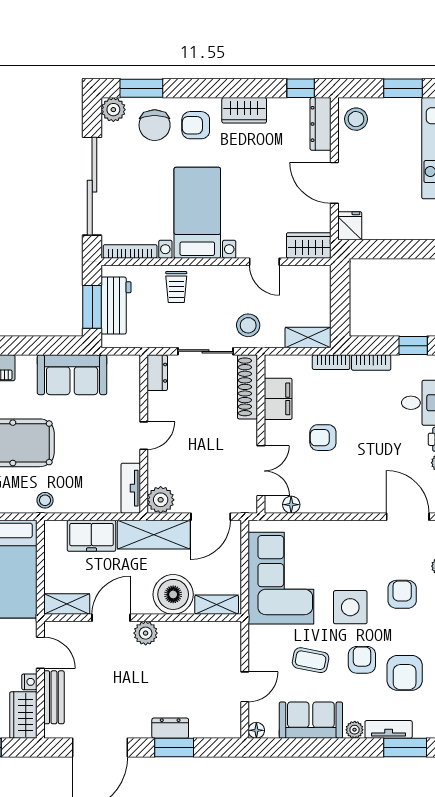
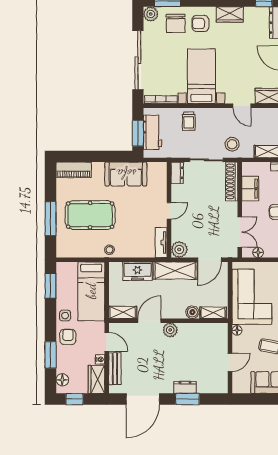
boiler: (173, 594) -> (192, 312), width x0.54, depth x0.54
floor lamp: (256, 730) -> (237, 330), moved

